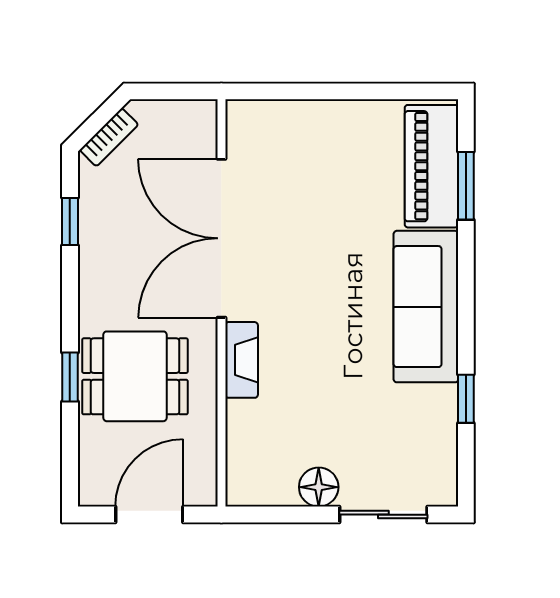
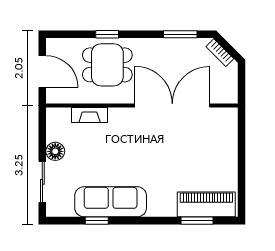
window: (70, 222) -> (180, 34), width x1.50
sofa: (426, 307) -> (111, 202), moved
fireplace: (242, 360) -> (90, 115), moved
dining table: (135, 376) -> (107, 65), turned 90

